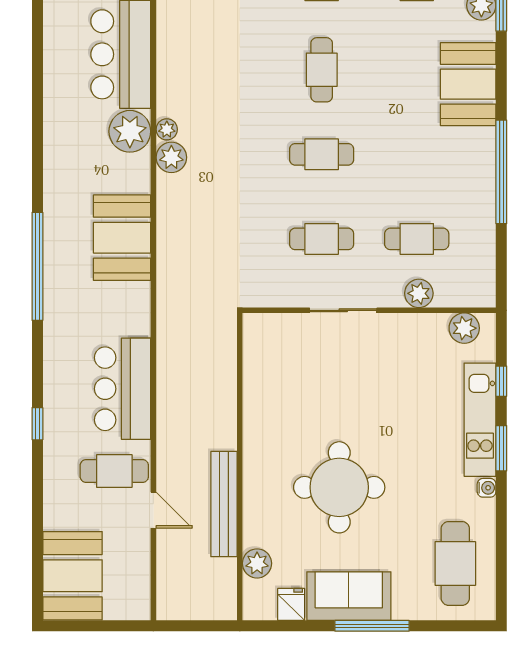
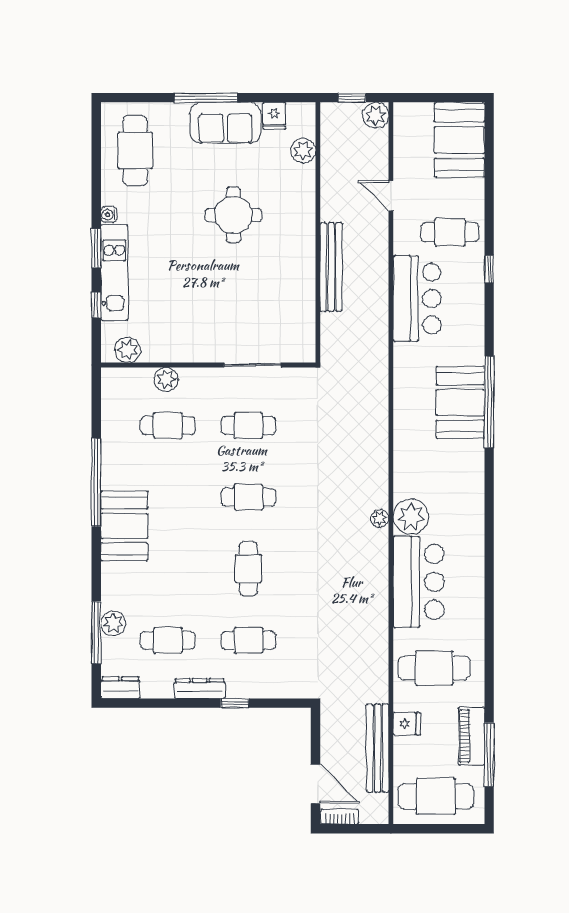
booth: (468, 84) -> (124, 526), moved
plant: (171, 157) -> (376, 115), moved
booth: (122, 238) -> (460, 402), moved
sliding door: (343, 310) -> (252, 365), moved
cafe table: (114, 471) -> (450, 232), moved
round table: (339, 487) -> (234, 215), width x0.73, depth x0.73
bench: (224, 504) -> (331, 267), moved
window: (200, 626) -> (352, 98), added

